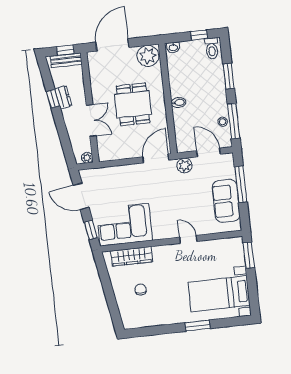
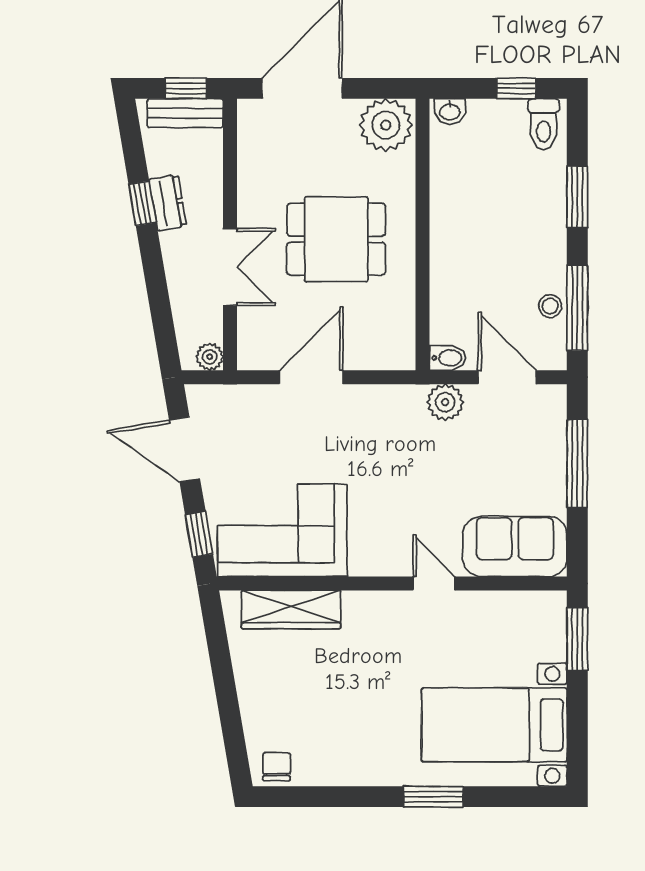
bidet: (178, 103) -> (448, 358), moved
dining table: (133, 104) -> (336, 239), turned 90
door: (156, 158) -> (311, 377), moved
sofa: (226, 201) -> (515, 546), moved, turned 90
chair: (141, 289) -> (277, 767), moved

